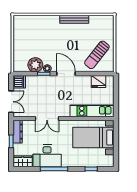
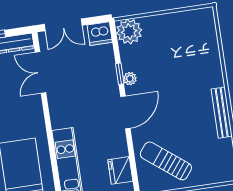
plant: (35, 65) -> (129, 32), moved
double door: (47, 119) -> (40, 73), moved

